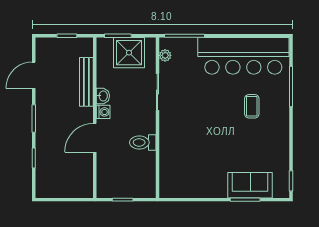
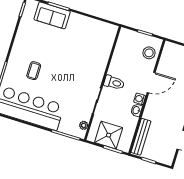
bench: (86, 82) -> (141, 137), moved
toilet: (143, 142) -> (114, 83), moved
stool: (109, 175) -> (149, 53), added

